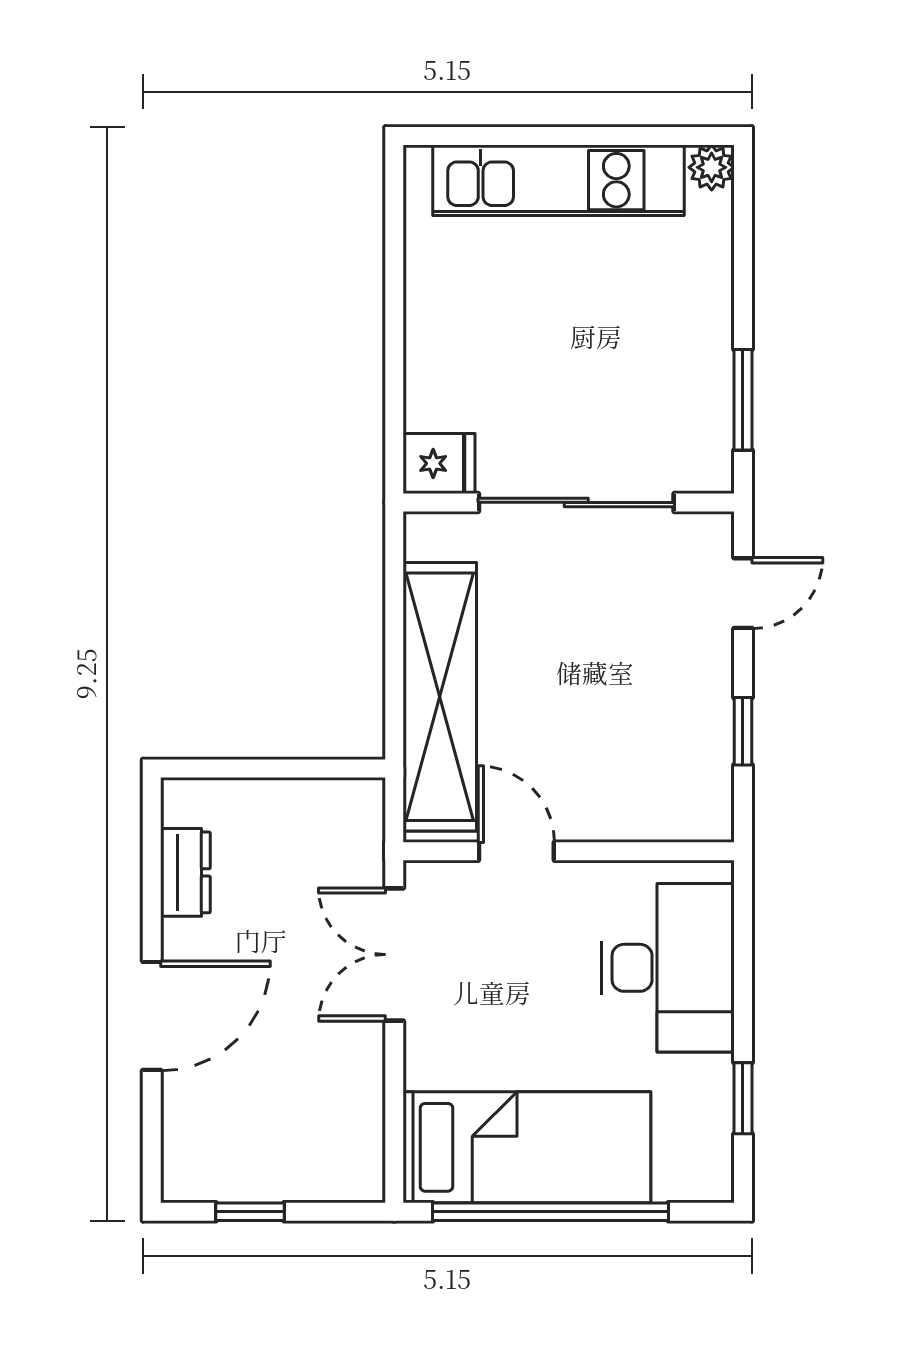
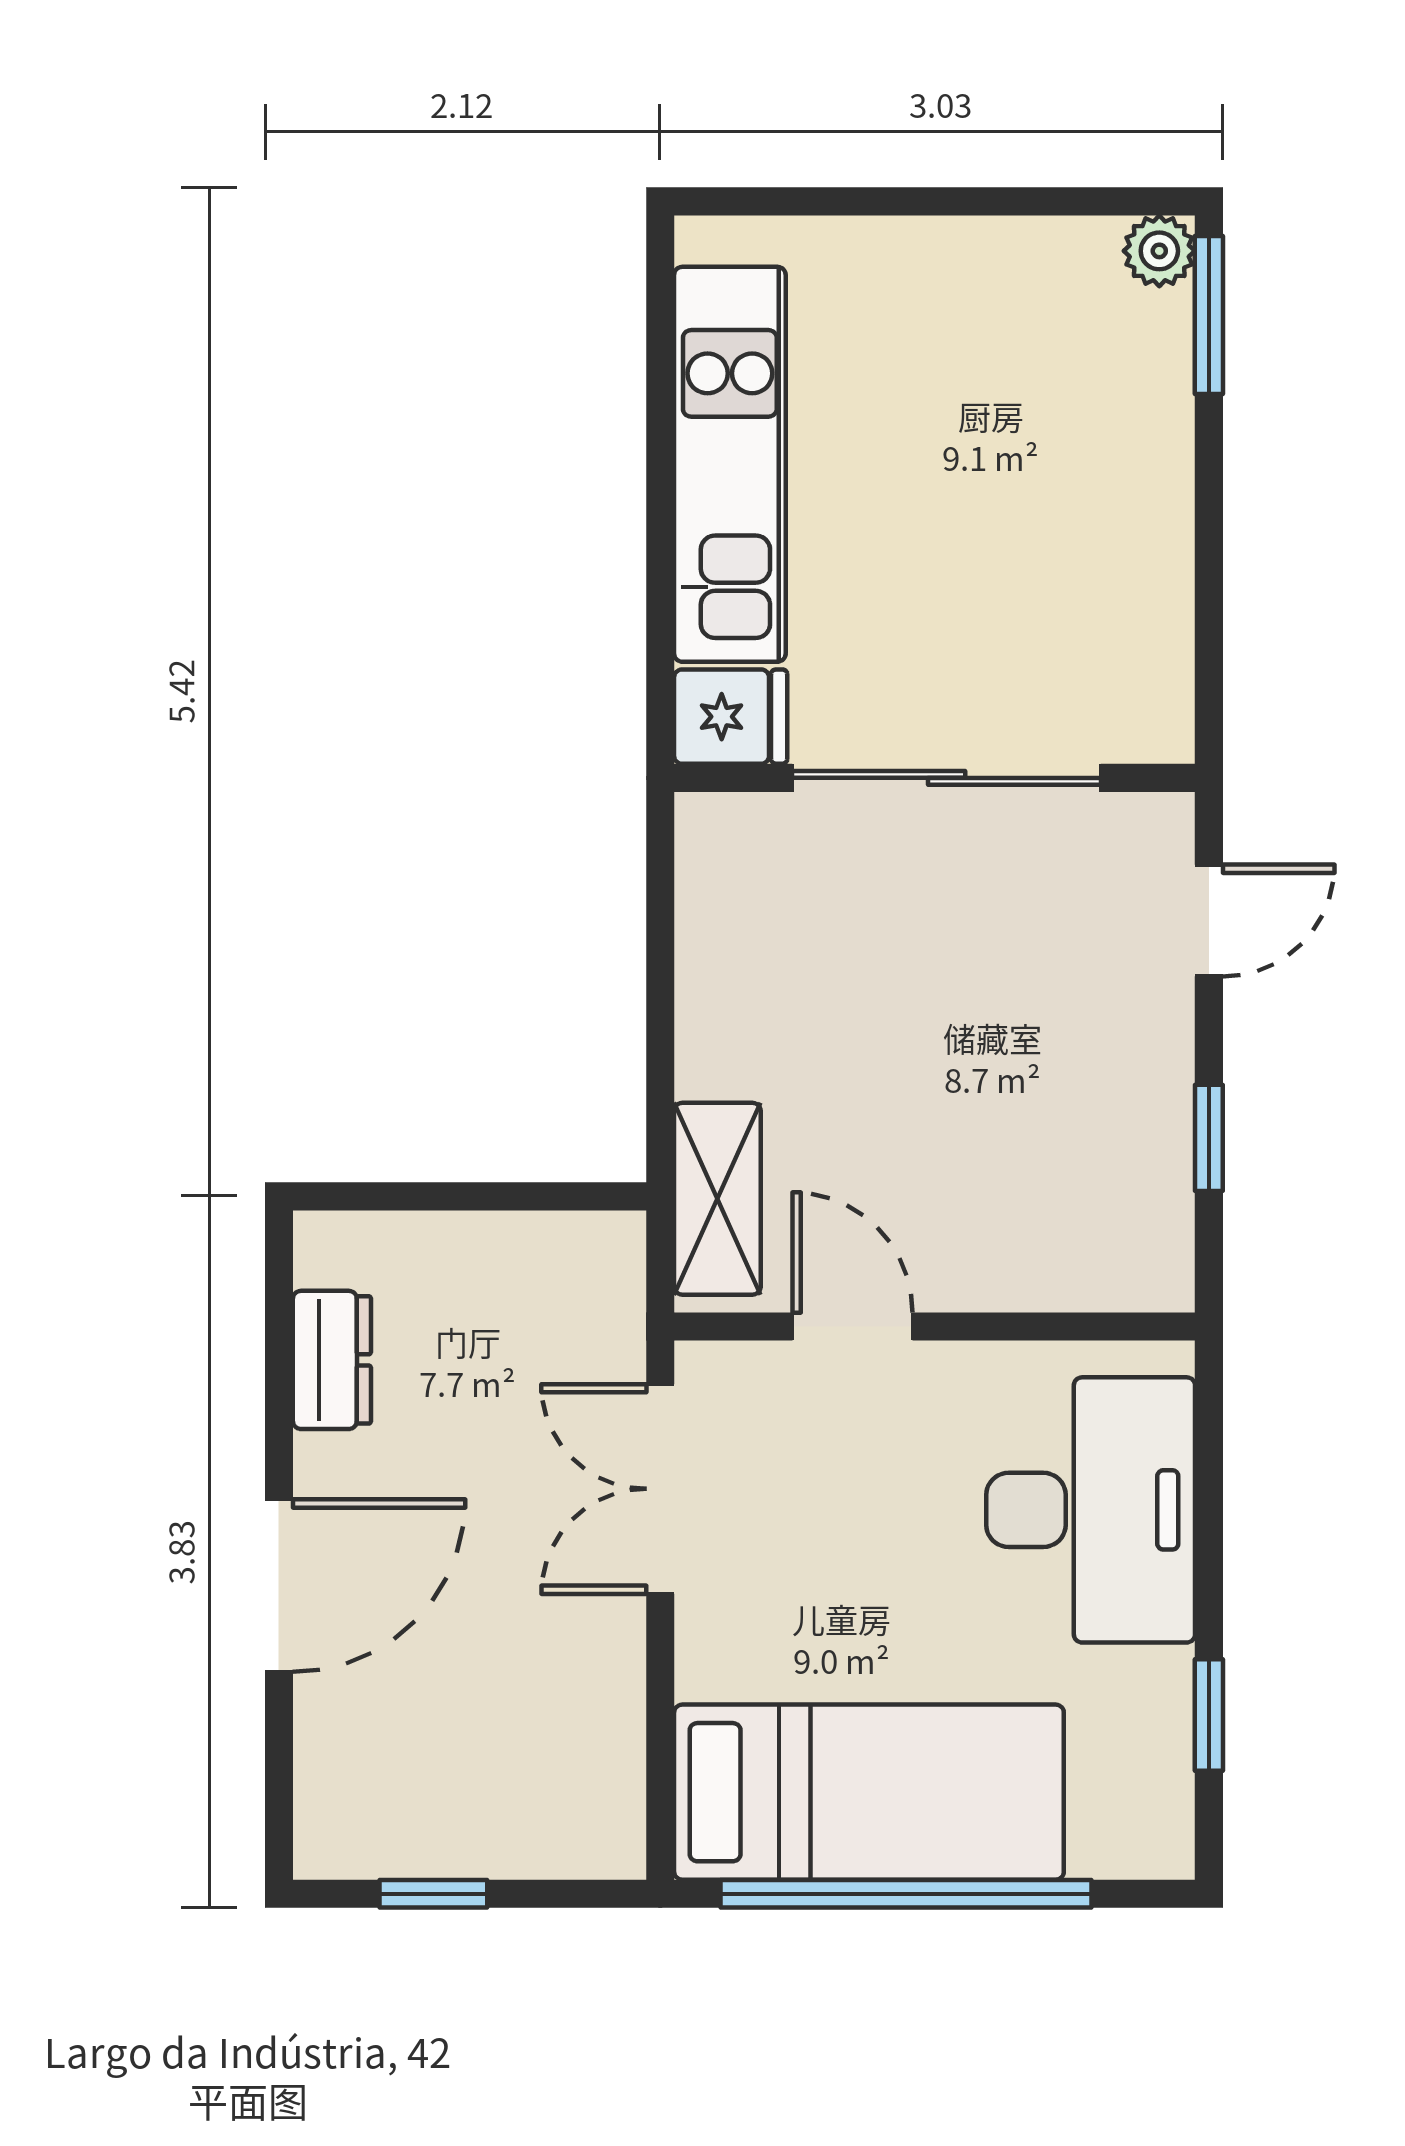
kitchen unit: (559, 180) -> (730, 464), moved, turned -90
window: (743, 400) -> (1209, 315), moved
shelving: (440, 697) -> (717, 1199), width x0.45, depth x0.75

